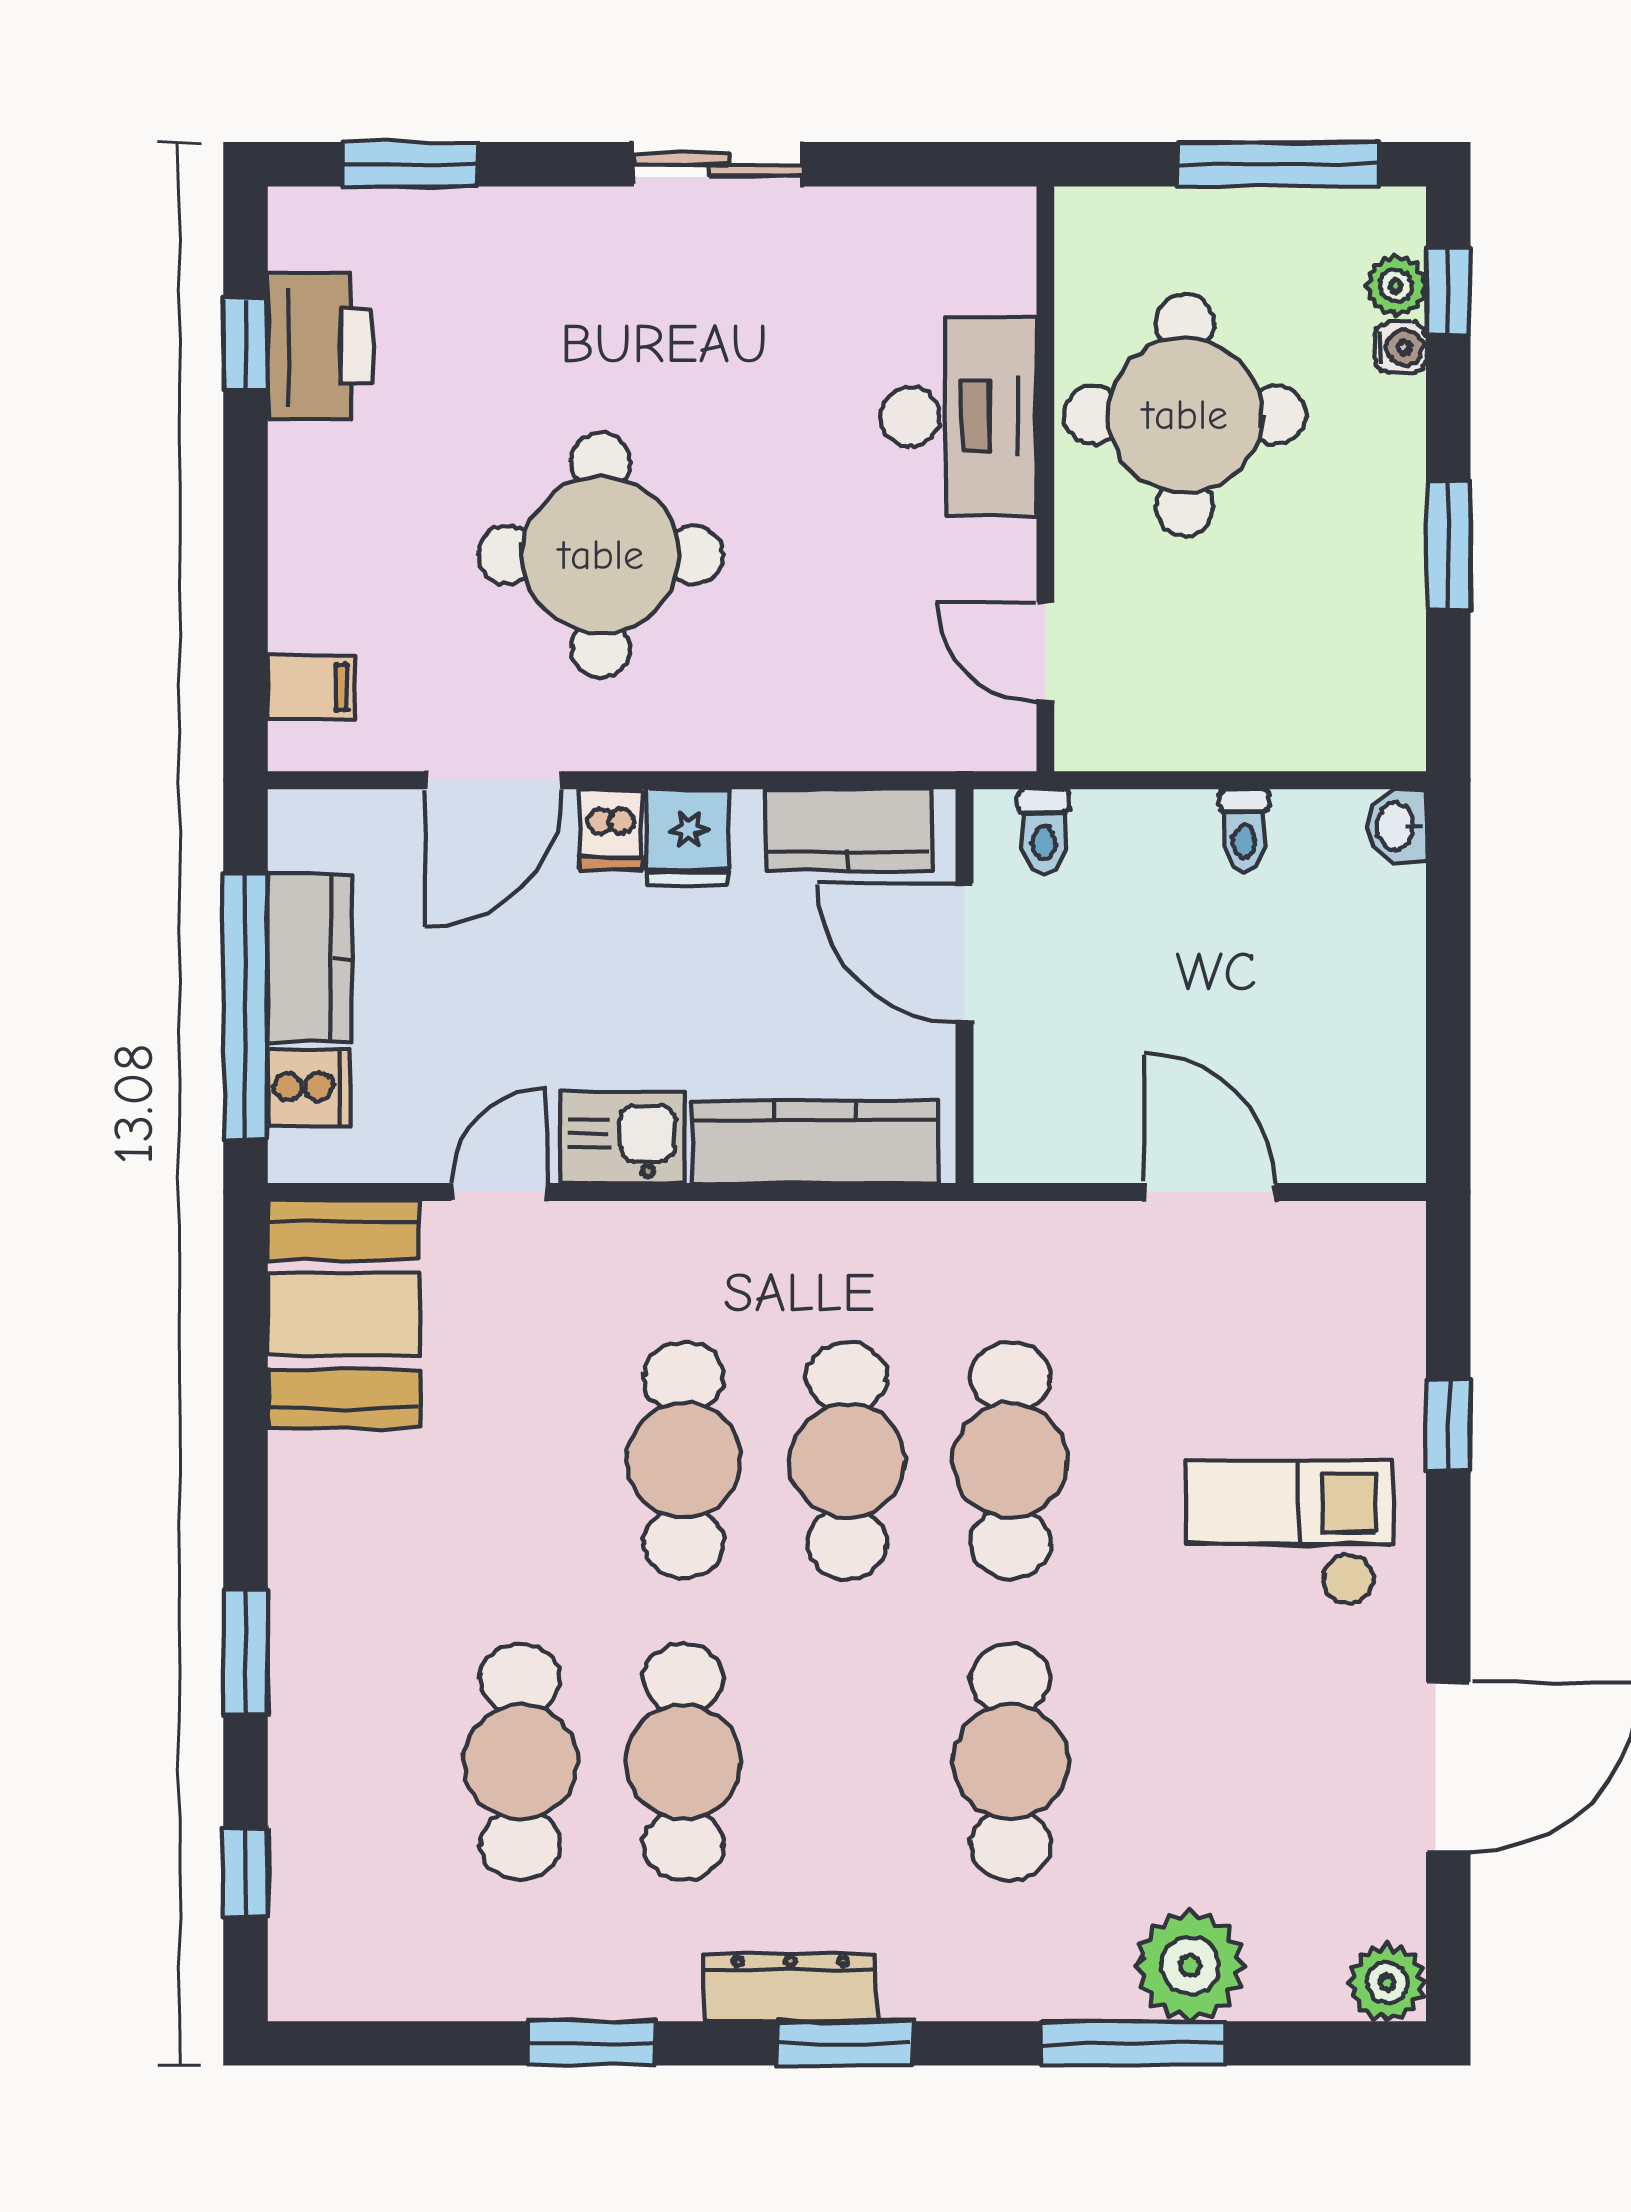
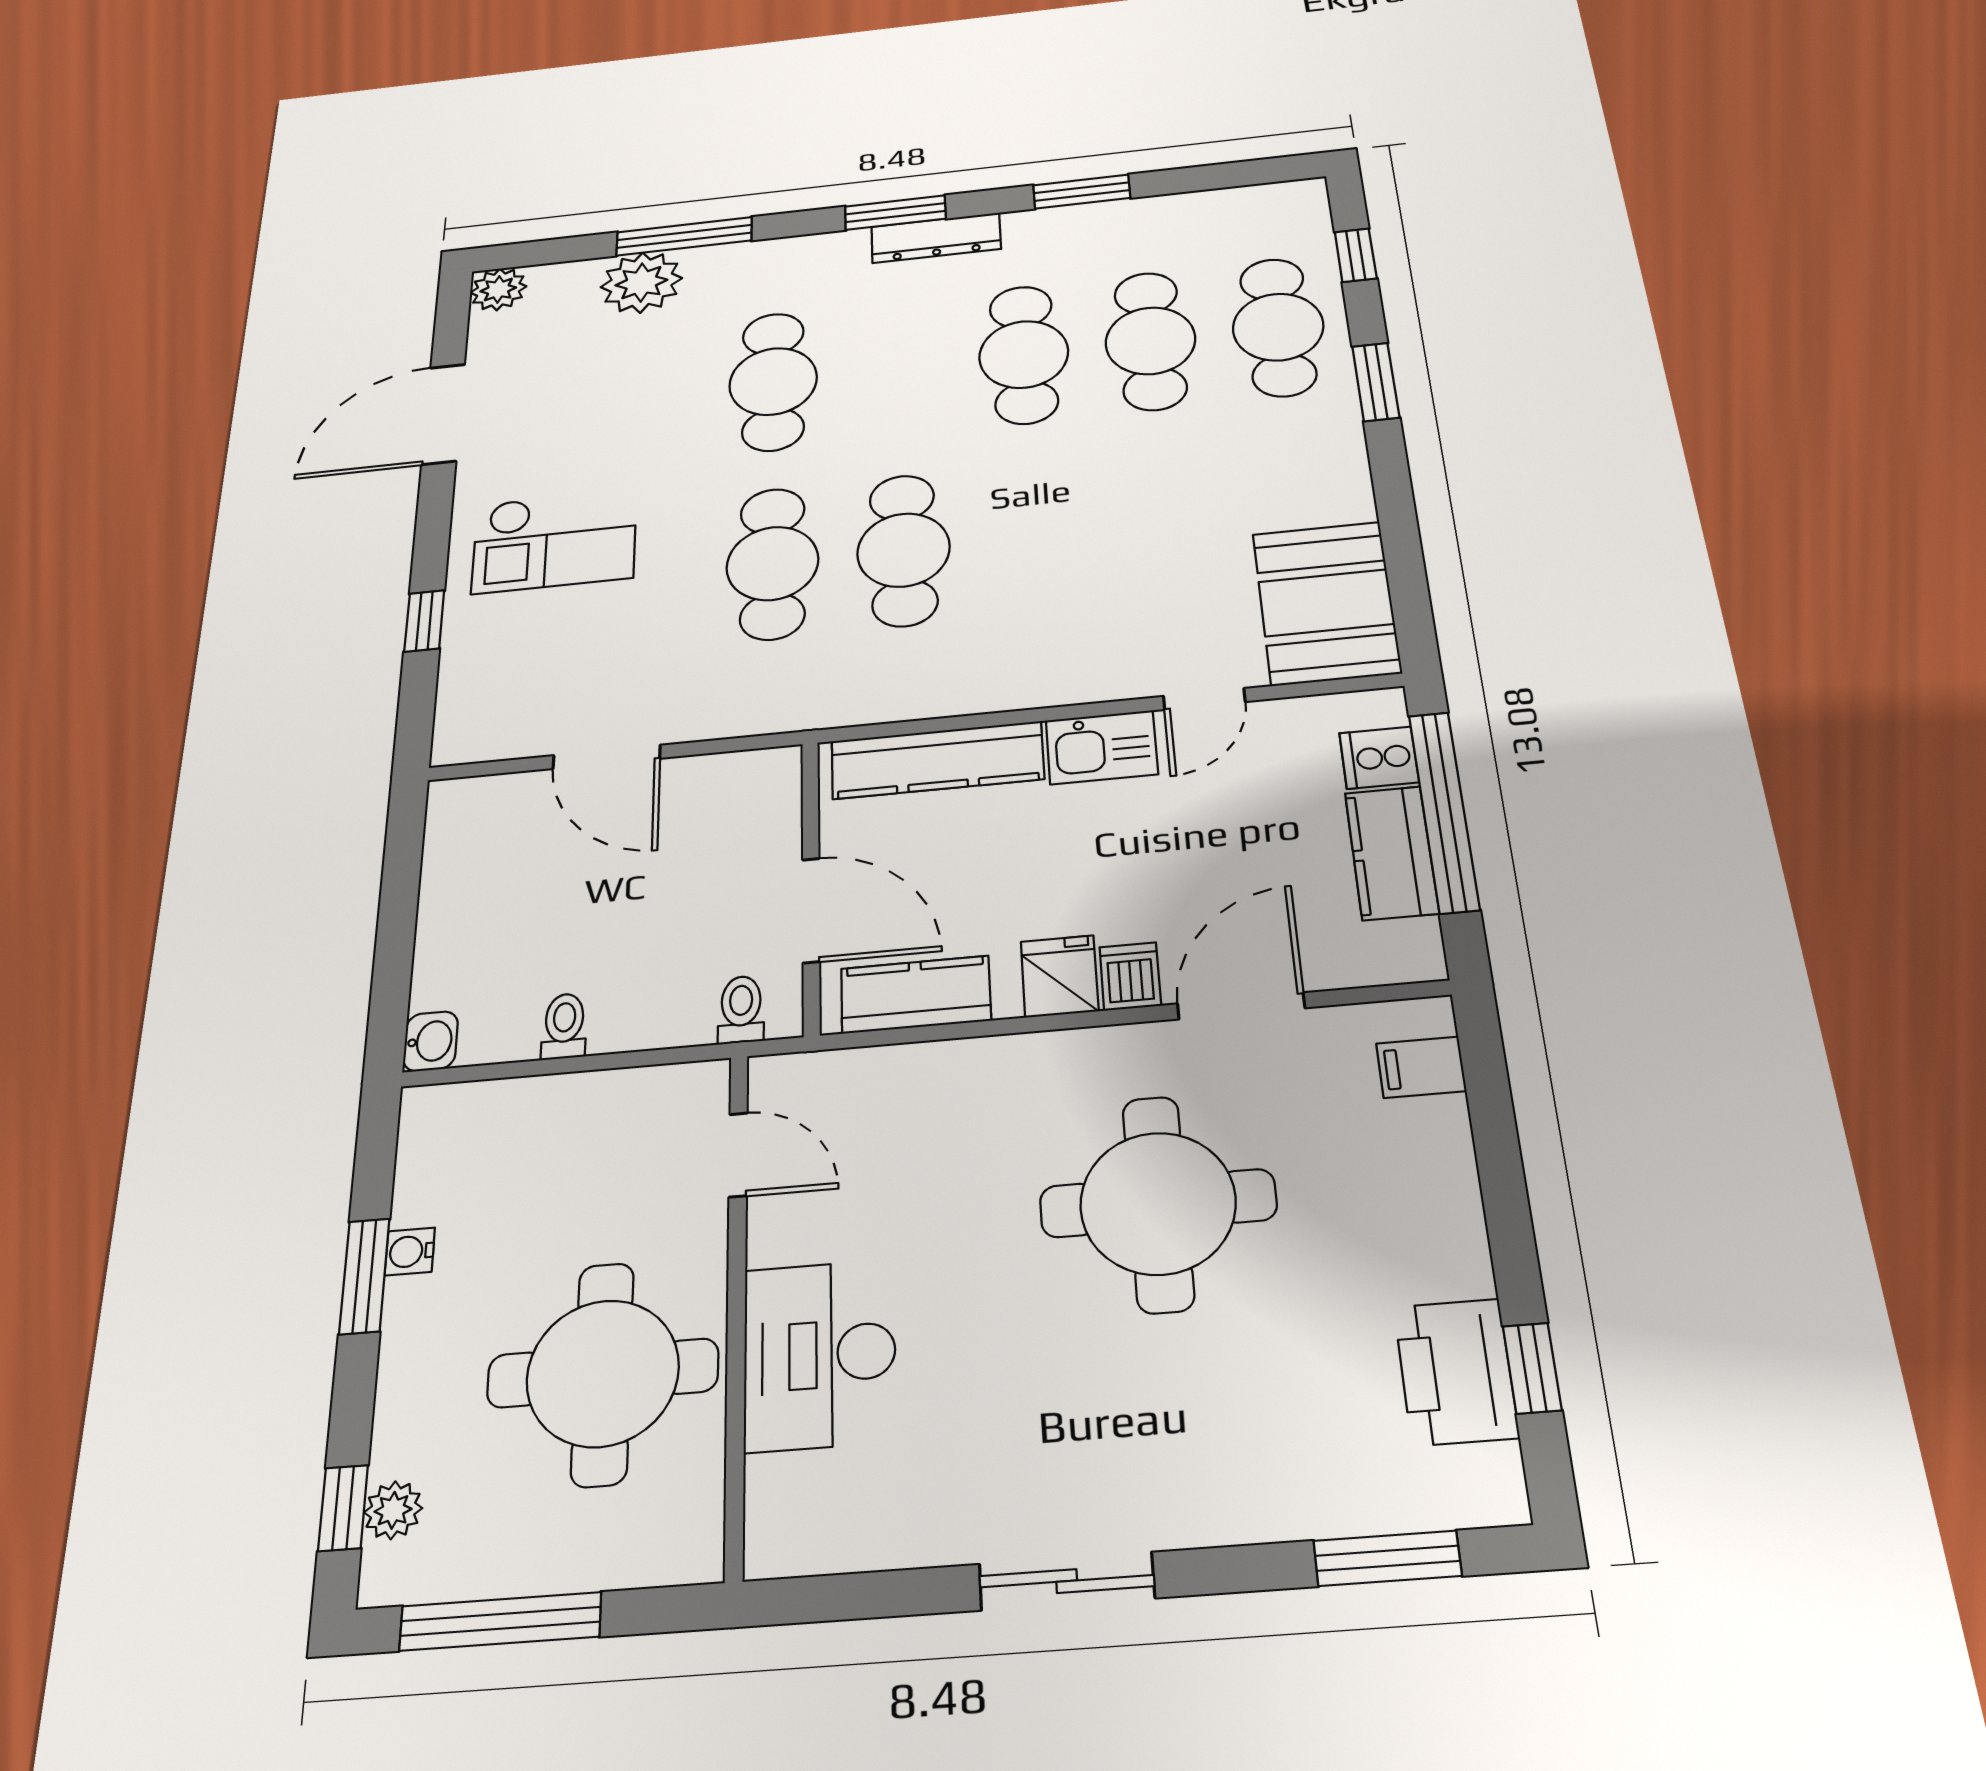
water cooler: (1401, 347) -> (410, 1252), moved
cafe table: (684, 1460) -> (1278, 327), moved

